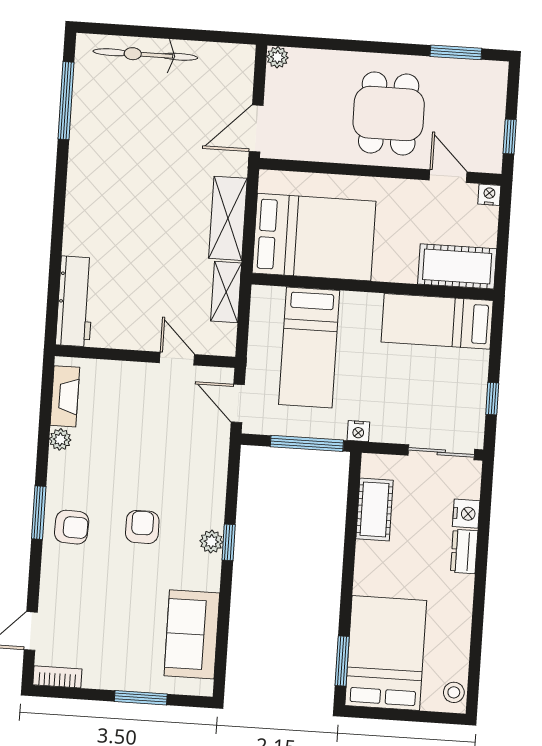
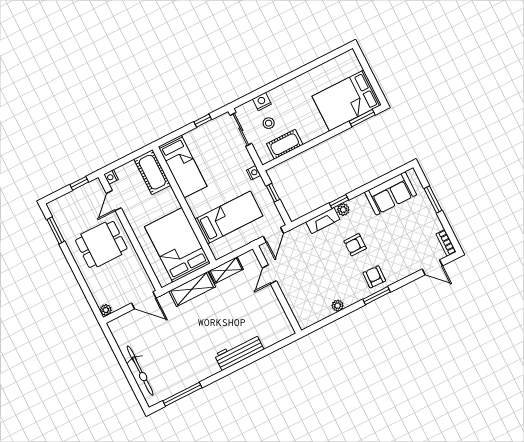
workbench: (75, 301) -> (239, 352), moved
fireplace: (65, 396) -> (323, 221), moved, turned 180
window: (307, 443) -> (273, 193), width x0.46
dresser: (464, 551) -> (280, 92), removed
stool: (454, 692) -> (269, 123), moved

